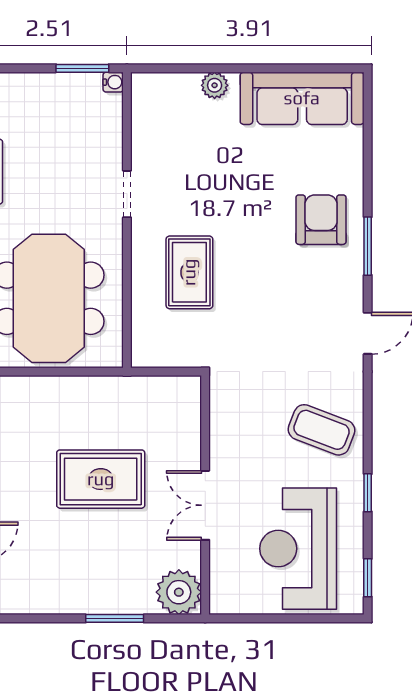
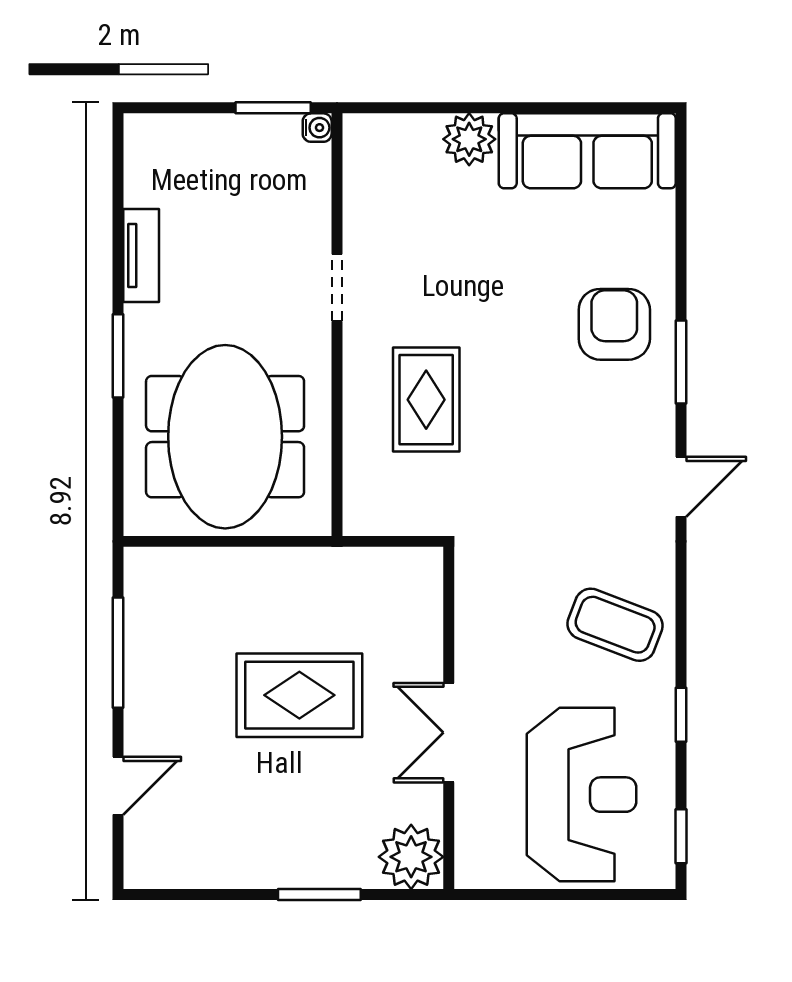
plant: (215, 85) -> (469, 139), width x1.38, depth x1.38
reception desk: (298, 549) -> (581, 795), turned 180

